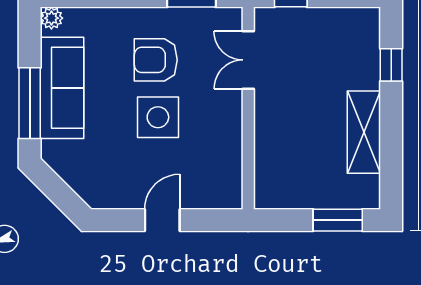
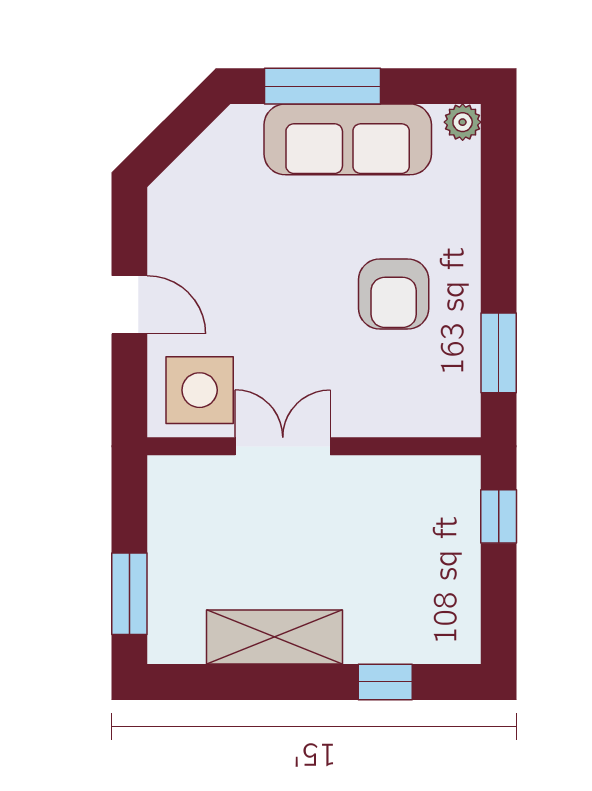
armchair: (156, 60) -> (394, 294), turned 180
double door: (248, 60) -> (283, 446), moved
side table: (158, 117) -> (200, 390), moved

